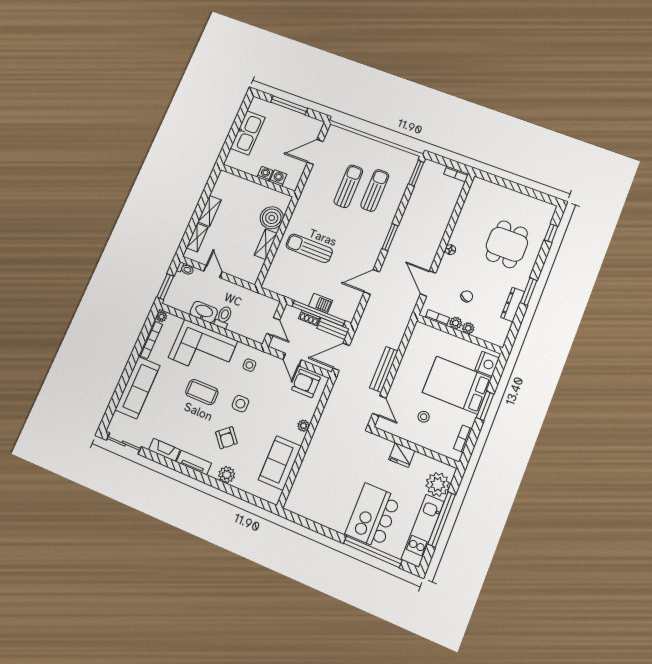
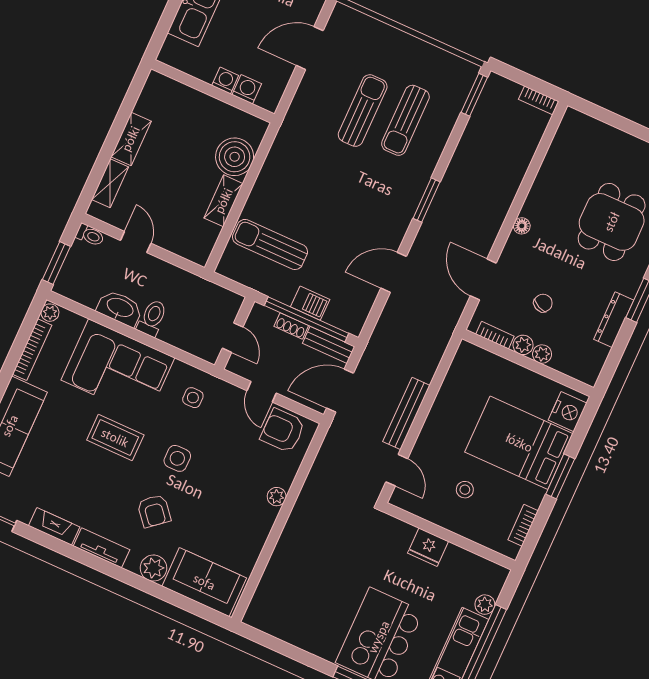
sun lounger: (375, 190) -> (405, 120), turned 180
sun lounger: (309, 248) -> (270, 244), moved
sofa: (280, 463) -> (204, 582), moved, turned 90
plant: (438, 484) -> (485, 605), width x0.53, depth x0.53

